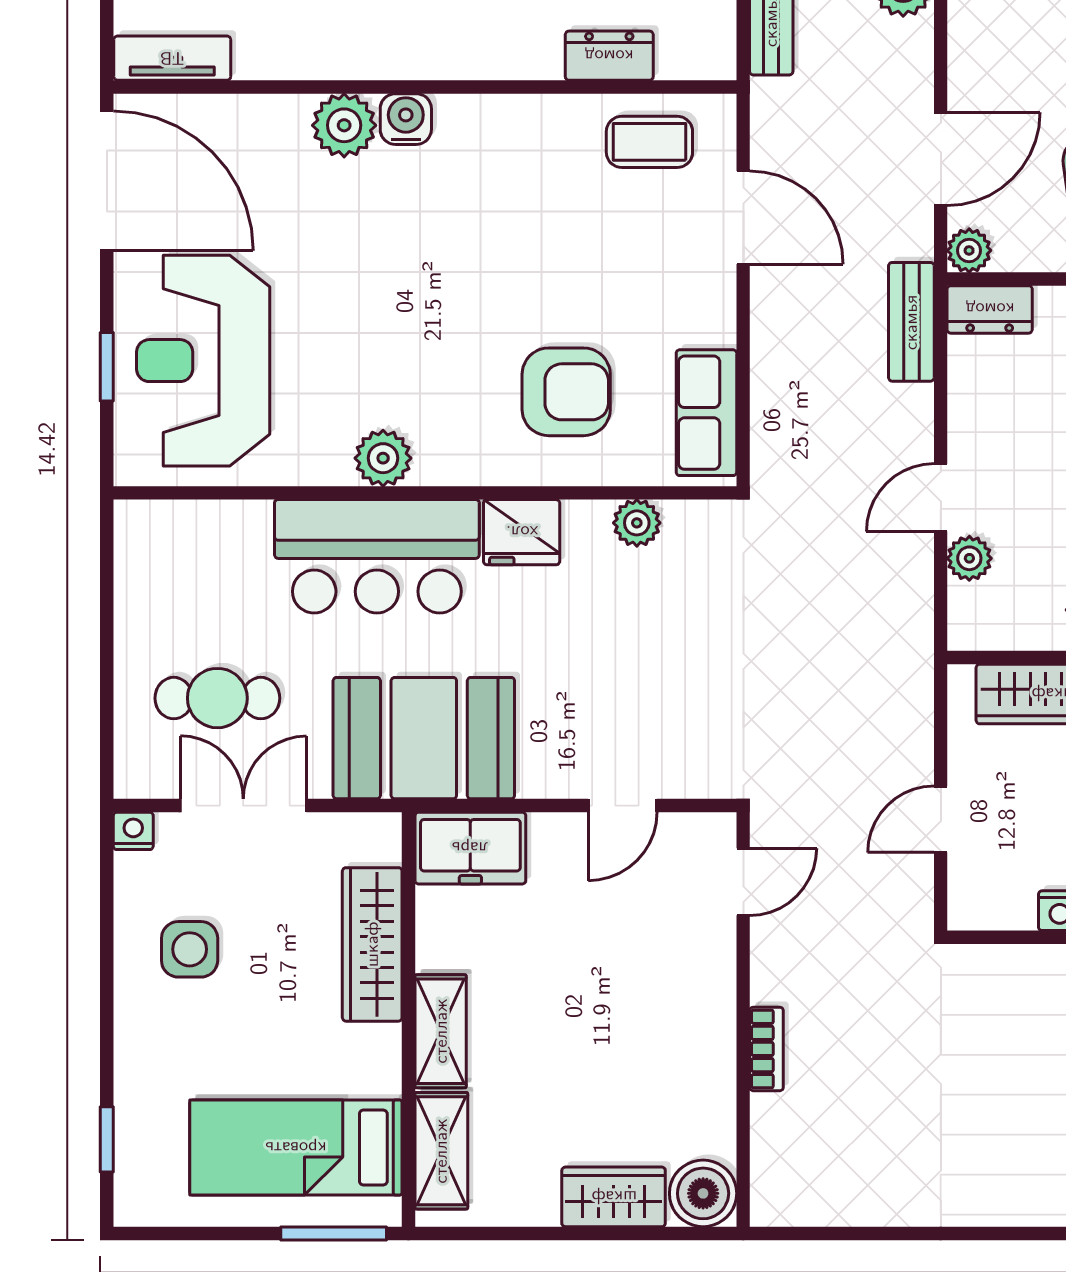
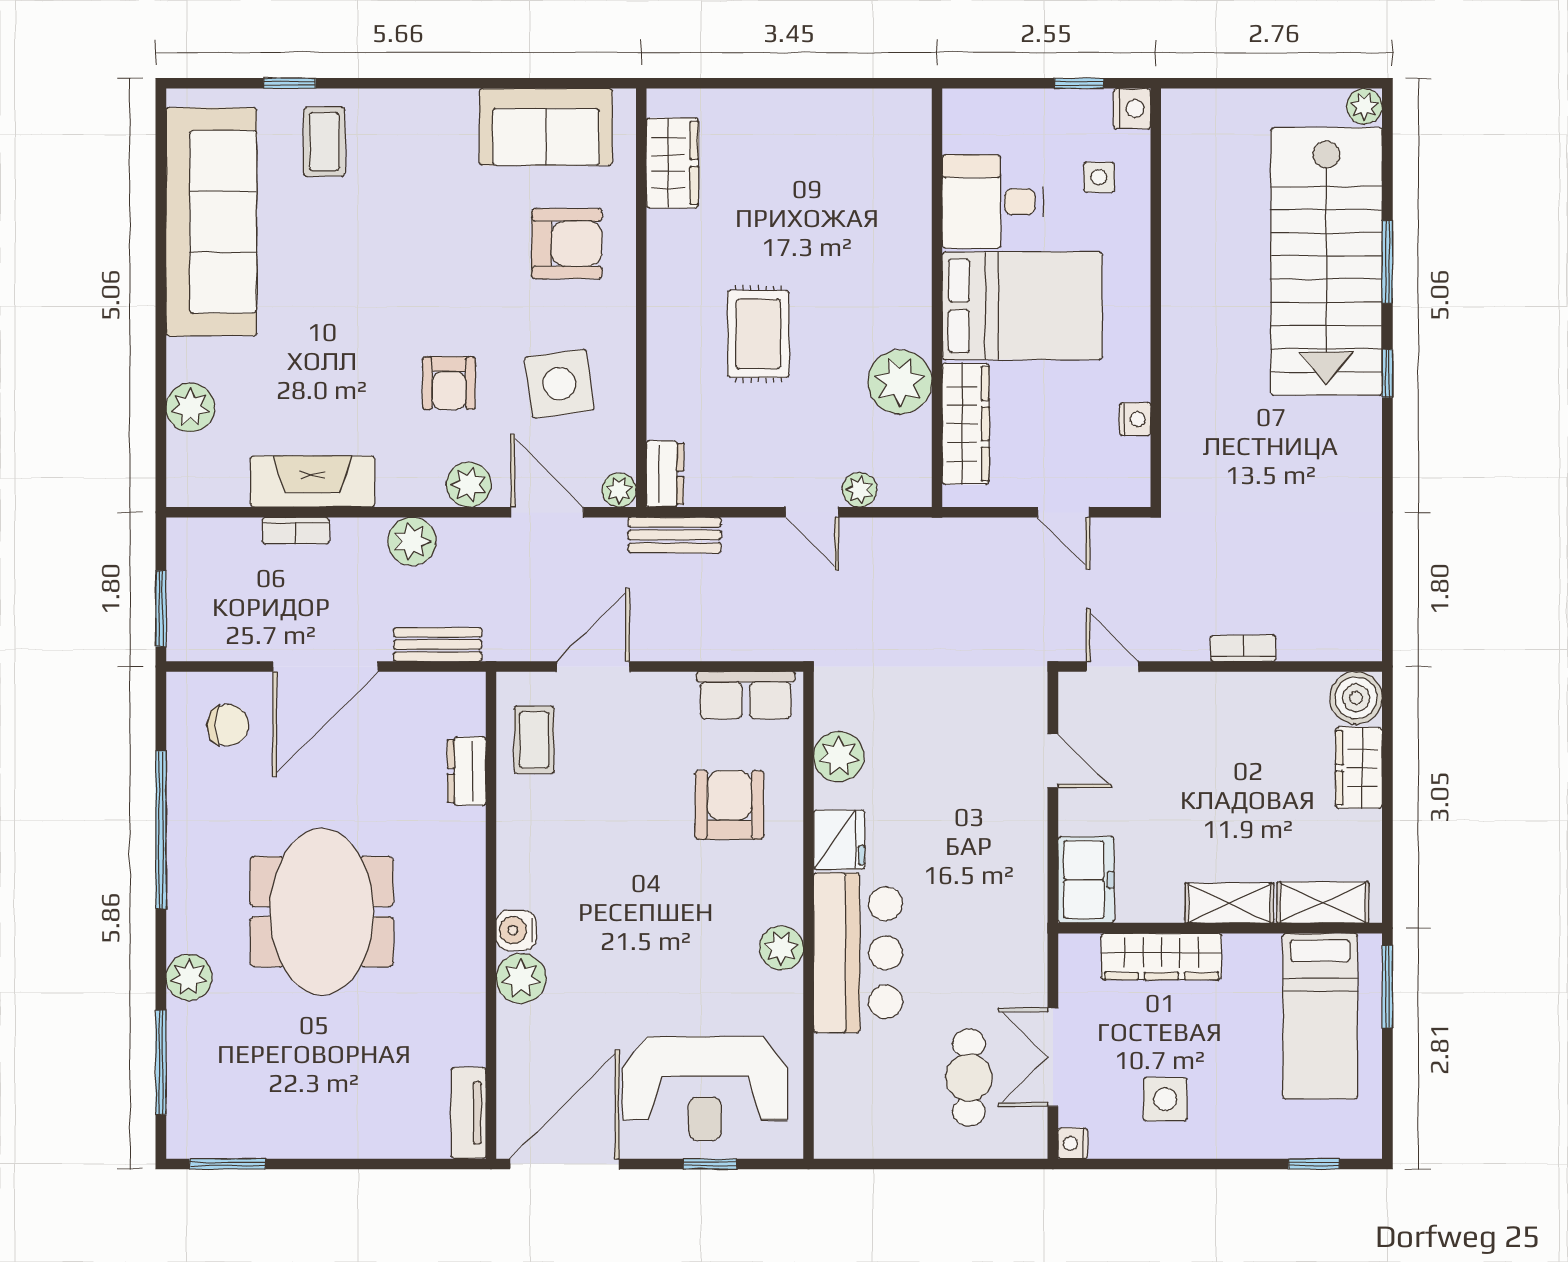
plant: (976, 58) -> (469, 485), added
plant: (637, 523) -> (839, 757), width x1.38, depth x1.38
booth: (424, 738) -> (1000, 916), removed

